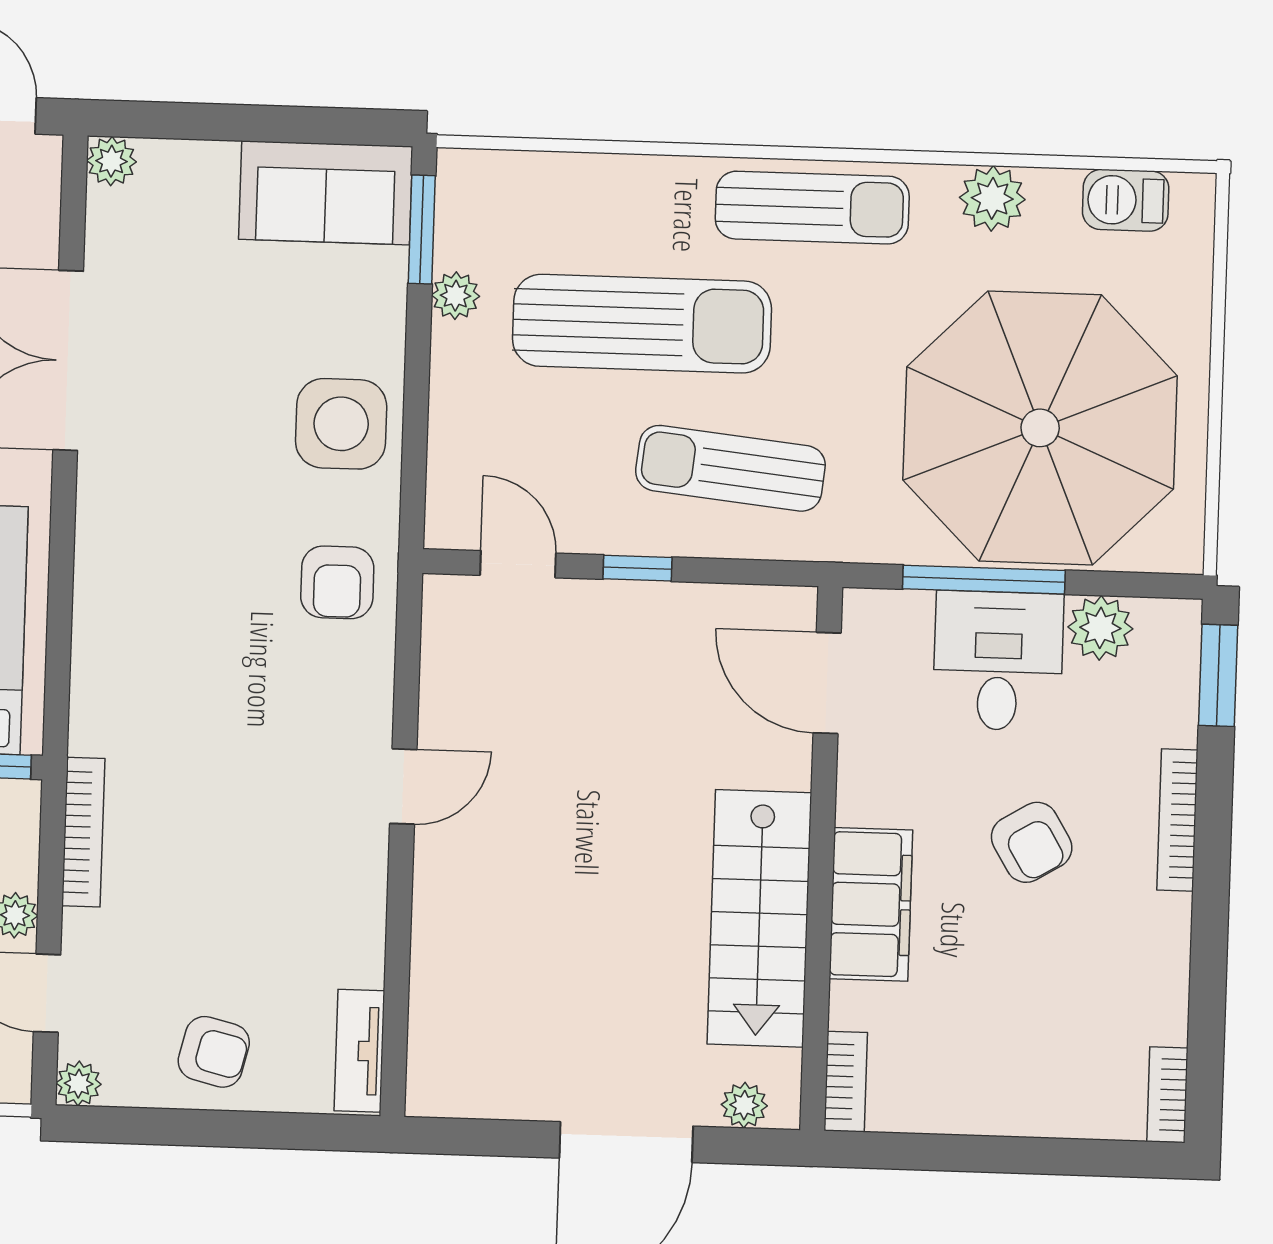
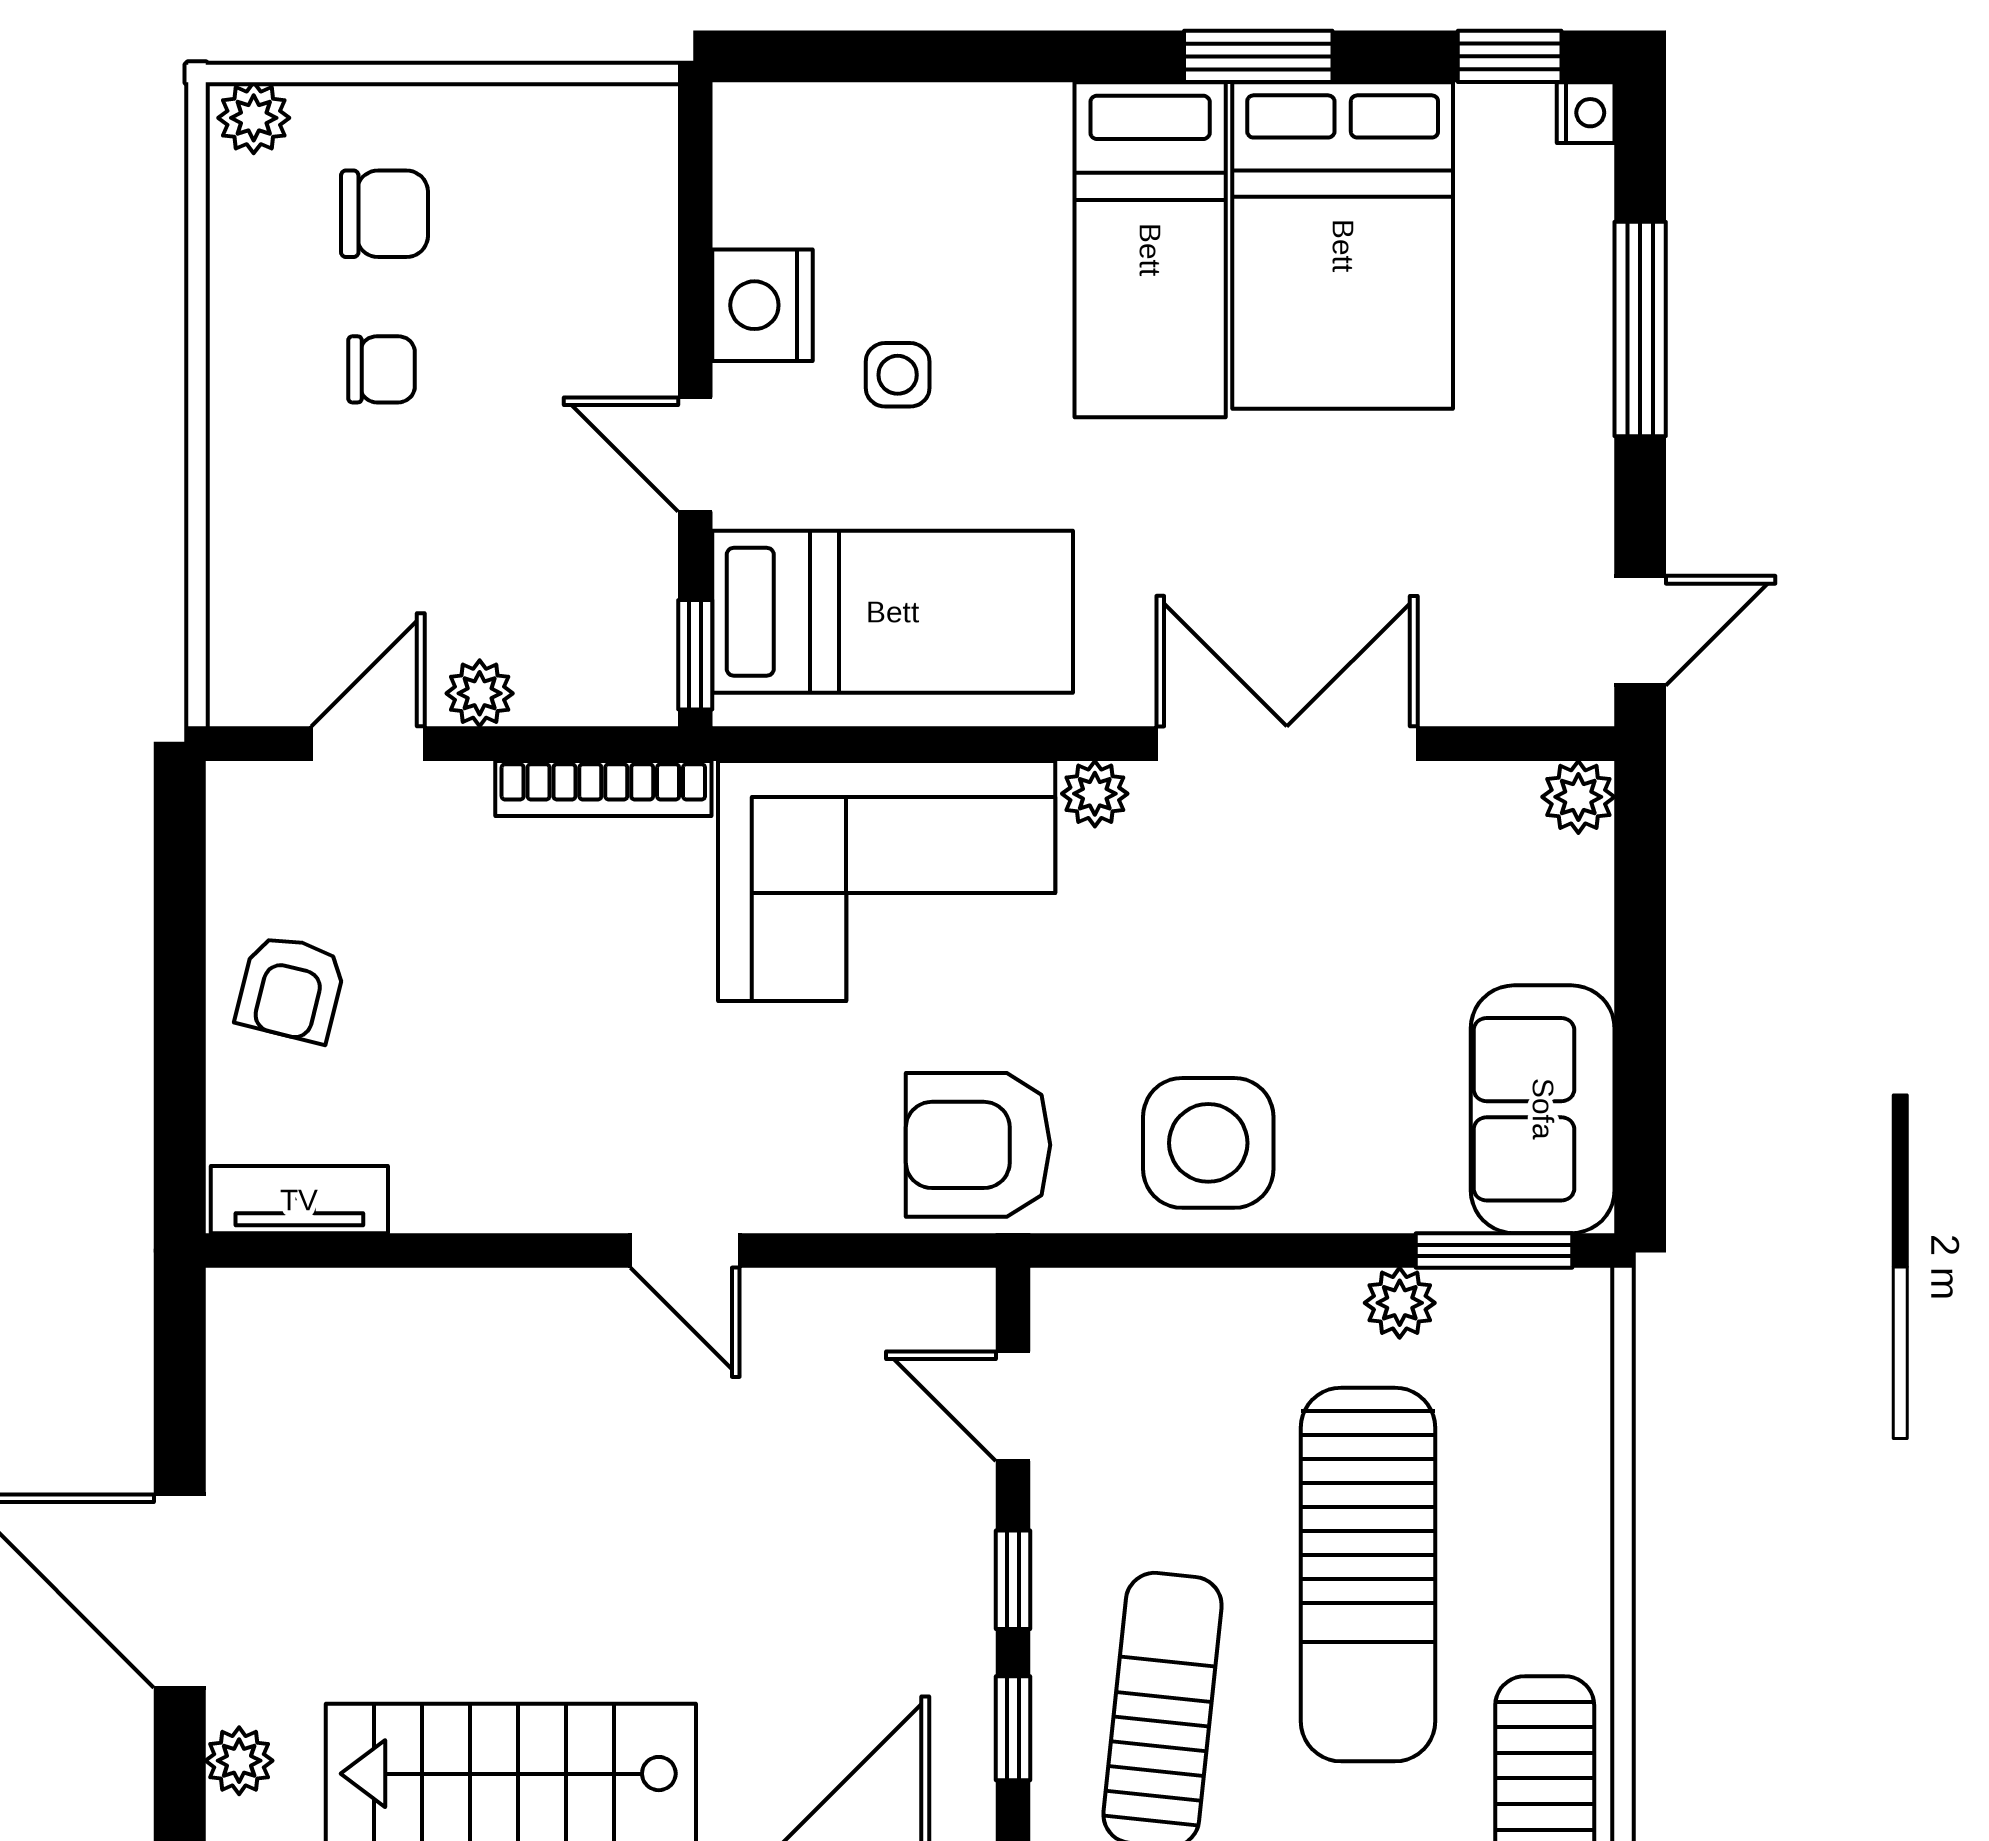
door: (518, 564) -> (1013, 1406), swing flipped
window: (740, 572) -> (1013, 1728), added
armchair: (337, 582) -> (978, 1145), width x1.38, depth x1.38
corner sofa: (154, 639) -> (887, 881), added
plant: (79, 1084) -> (1095, 794), moved

